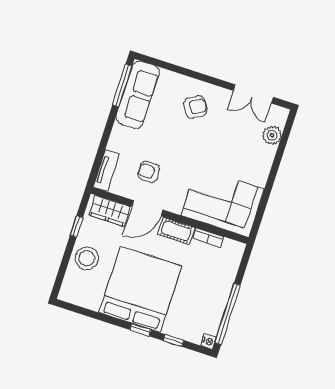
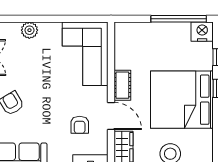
plant: (272, 135) -> (29, 30), moved
bookcase: (208, 238) -> (119, 56), removed
nightstand: (208, 341) -> (202, 32), width x1.89, depth x1.79

